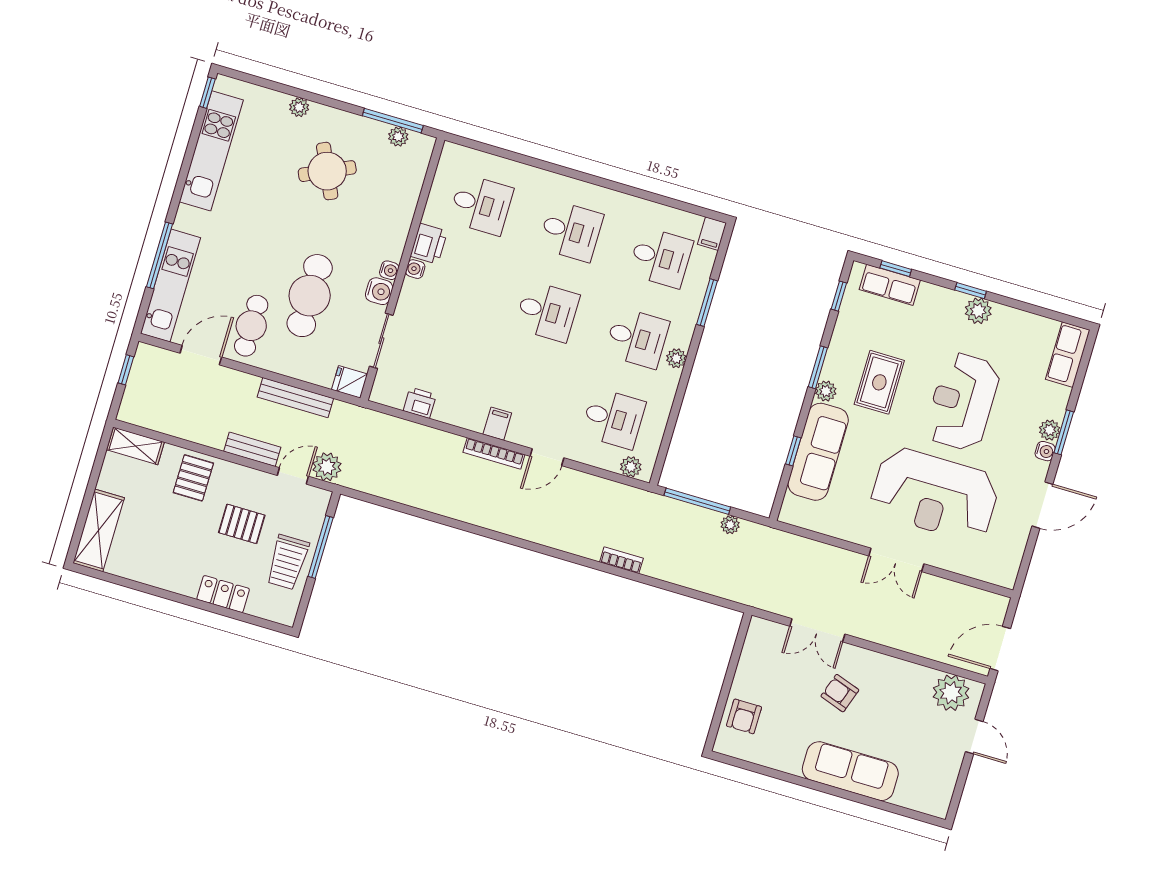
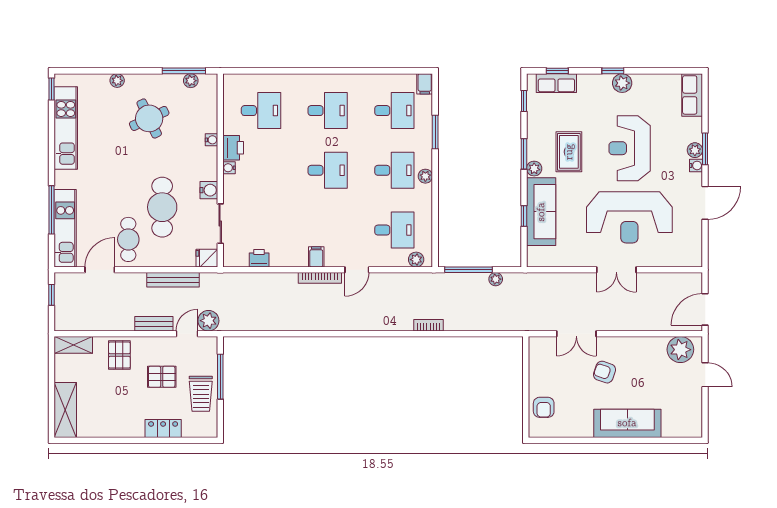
water cooler: (389, 270) -> (211, 140), moved

